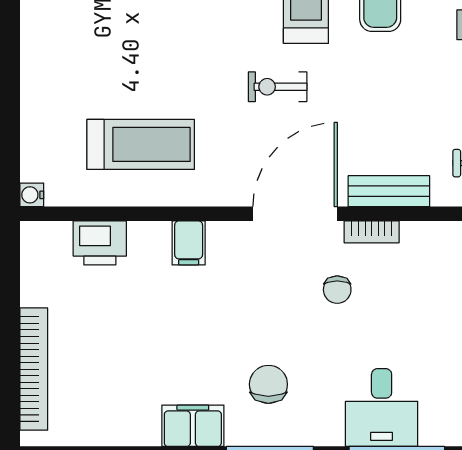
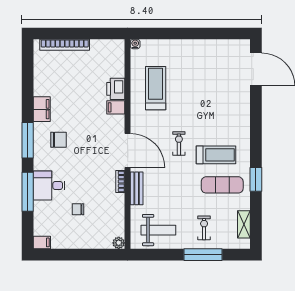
treadmill: (141, 144) -> (156, 88), turned 180
printer: (100, 243) -> (116, 89), moved
chair: (337, 290) -> (78, 209), moved

